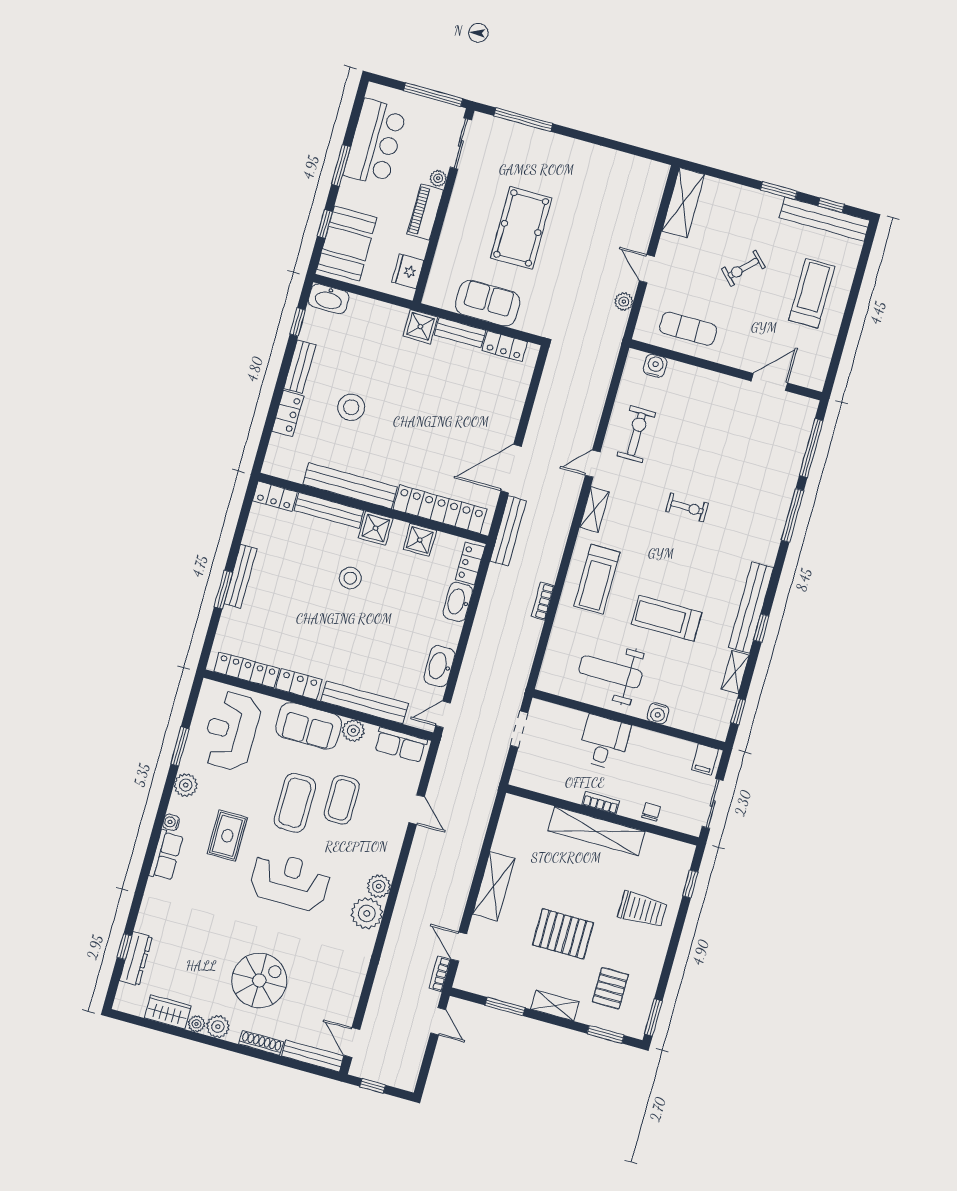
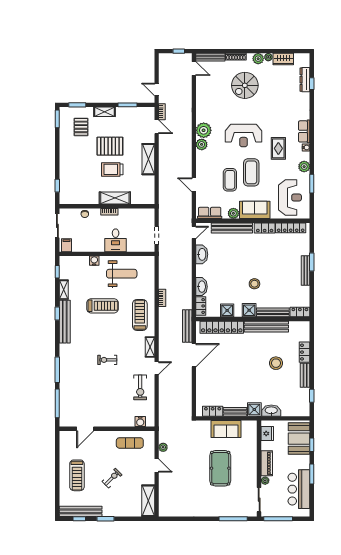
washbasin: (329, 299) -> (271, 411), moved
shelving: (596, 831) -> (115, 198), width x0.68
trolley: (642, 909) -> (112, 169), moved

